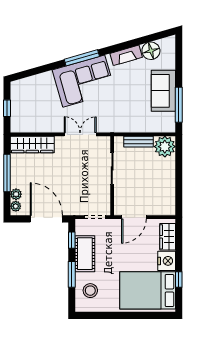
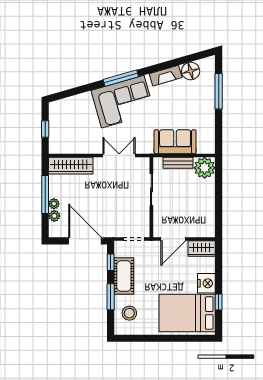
sofa: (163, 91) -> (175, 142), moved, turned 90
window: (179, 105) -> (219, 91), moved
plant: (16, 206) -> (54, 204), moved
wardrobe: (168, 237) -> (202, 248), moved, turned -90

